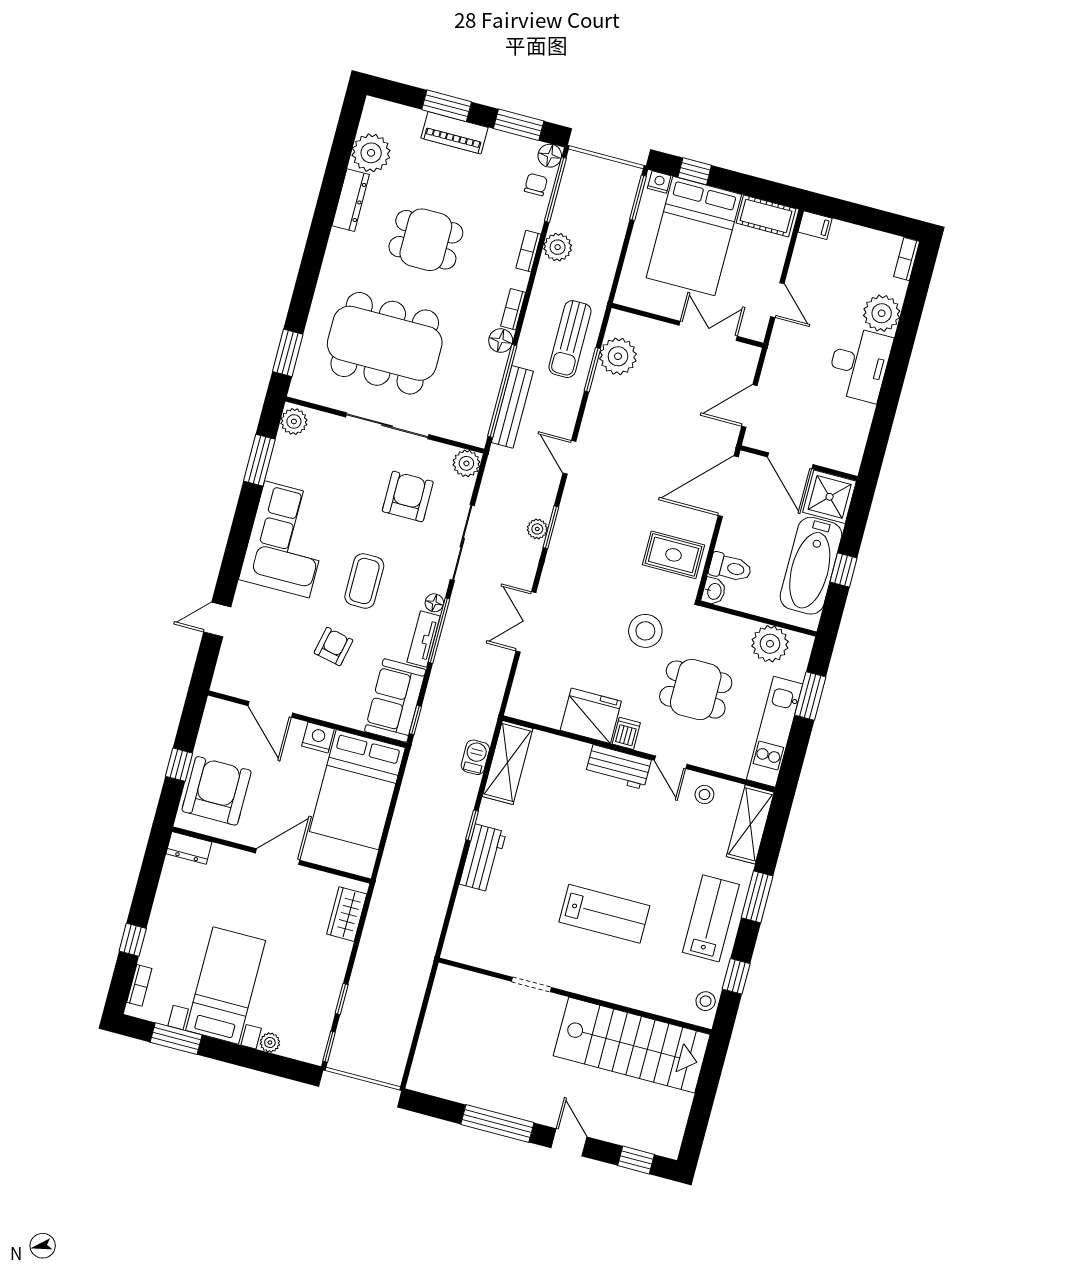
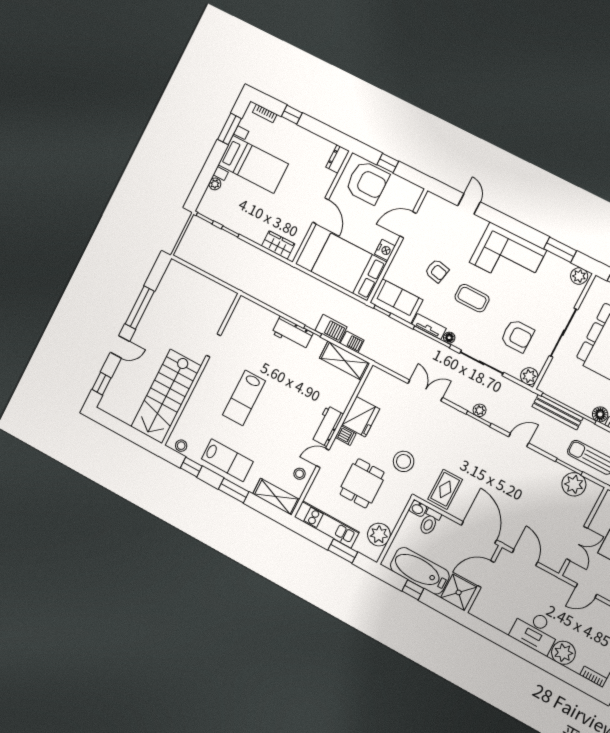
barbecue: (462, 796) -> (331, 329), added

